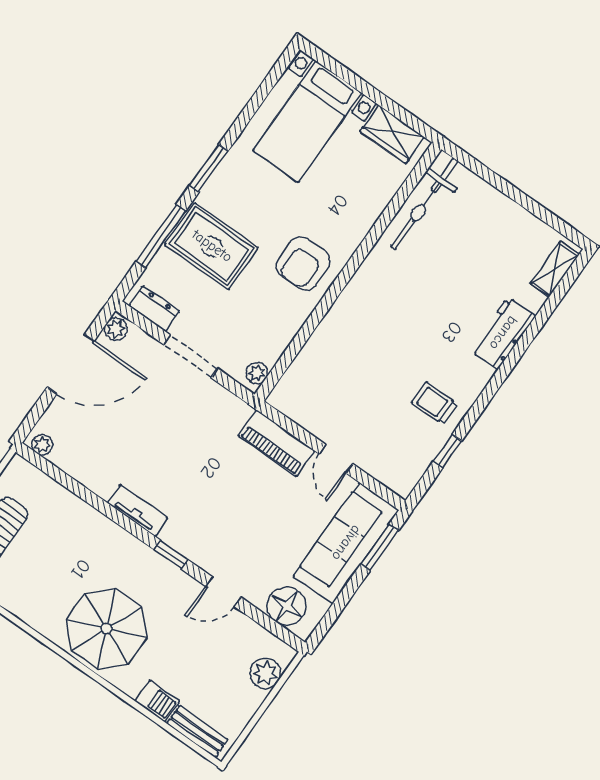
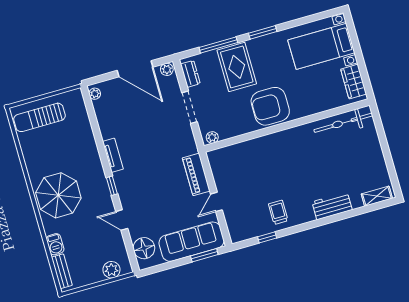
armchair: (303, 264) -> (270, 106), width x1.36, depth x1.36

